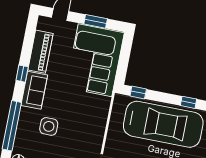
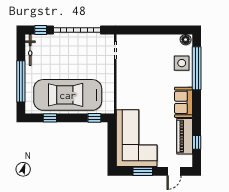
window: (22, 74) -> (197, 142), moved
side table: (49, 126) -> (182, 63), moved

